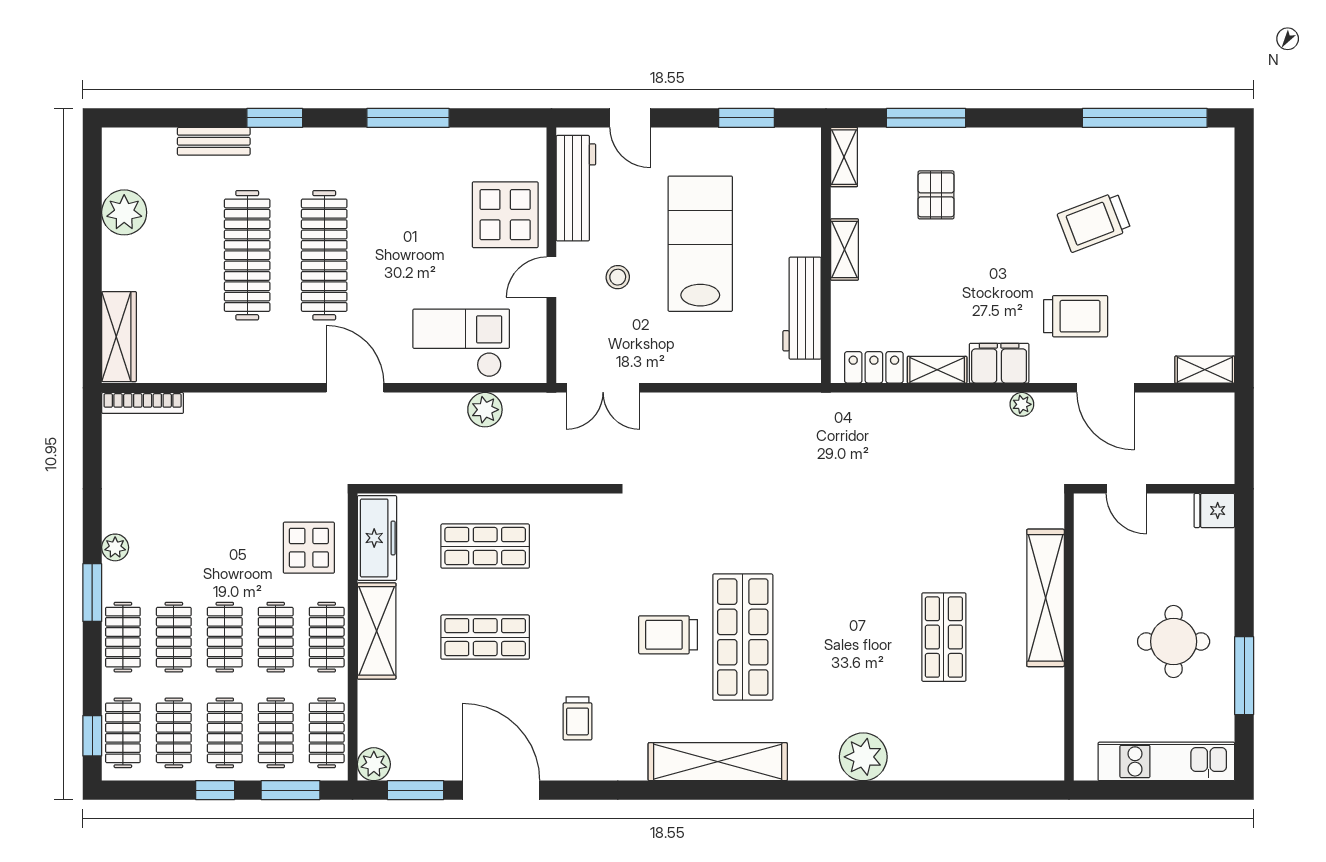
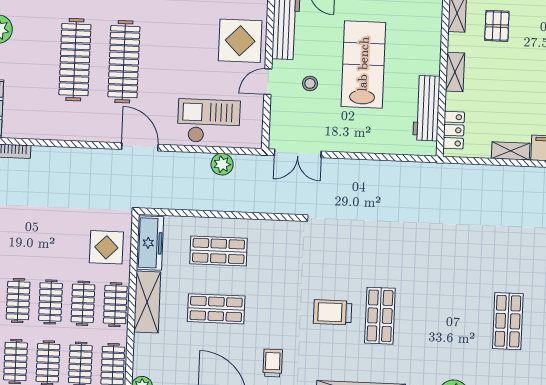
pallet: (936, 195) -> (497, 26), moved
locker: (874, 367) -> (454, 130), moved, turned 90
shop shelf: (743, 637) -> (380, 316), width x0.70, depth x0.74
trolley: (577, 718) -> (273, 363), turned 180

